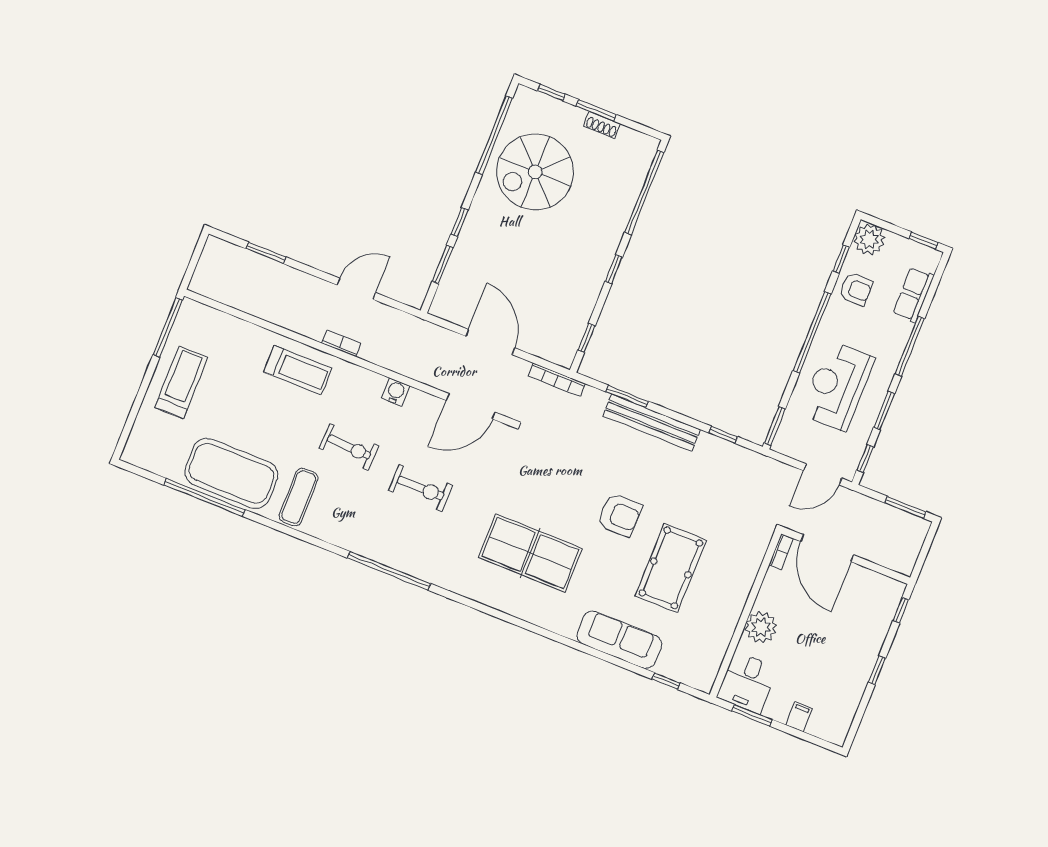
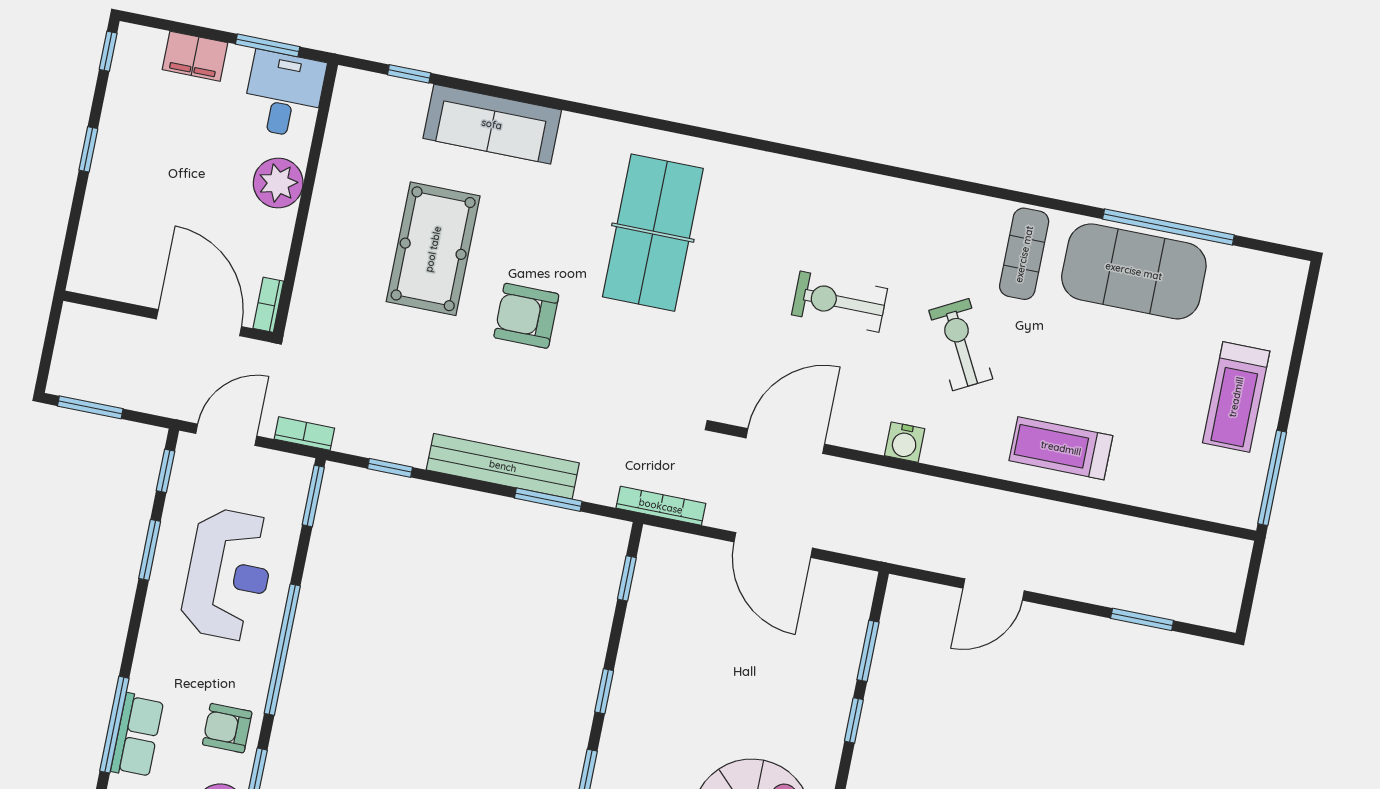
bookcase: (341, 343) -> (304, 434), moved, turned 180
window: (910, 346) -> (114, 725), moved
exercise bike: (349, 447) -> (961, 345), turned 59
table tennis table: (530, 553) -> (653, 233), turned 90
window: (389, 571) -> (865, 166), removed
window: (901, 610) -> (108, 51), moved
filing cabinet: (799, 717) -> (195, 56), width x2.00

